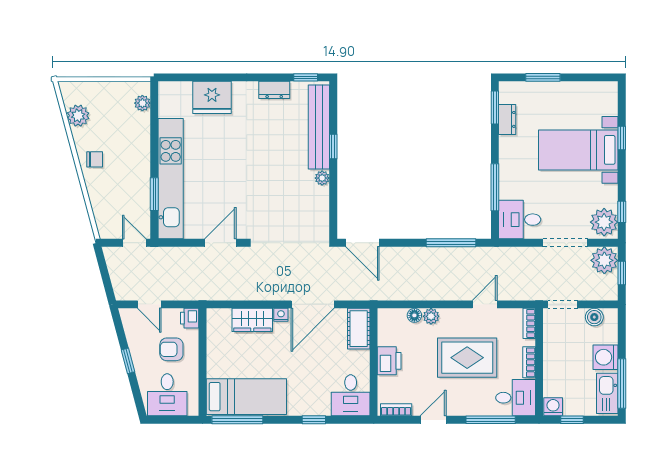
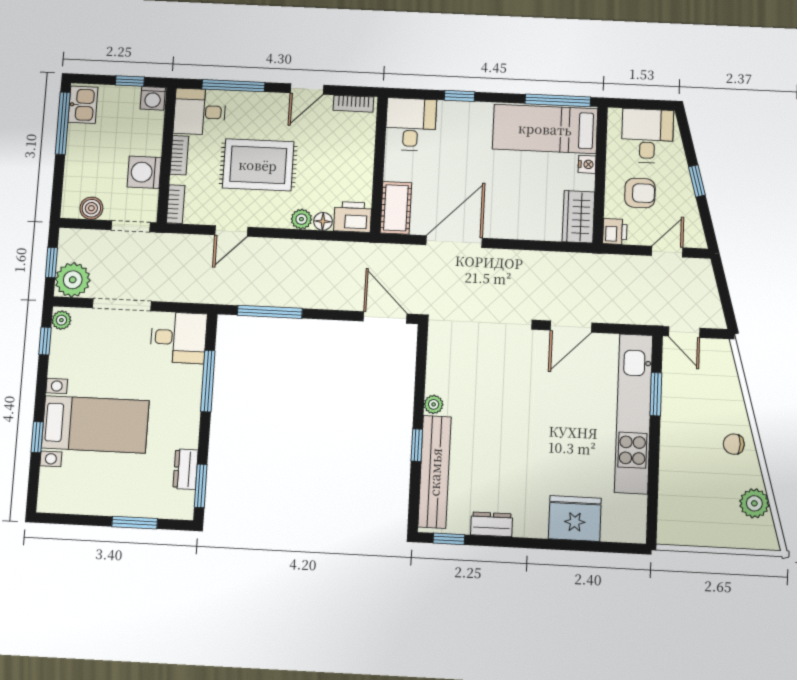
plant: (142, 103) -> (668, 516), removed
plant: (604, 222) -> (61, 320), width x0.53, depth x0.53
door: (149, 304) -> (667, 252), hinge flipped
nightstand: (281, 315) -> (587, 164), moved, turned -90
wardrobe: (252, 320) -> (578, 217), moved, turned -90
washing machine: (606, 357) -> (144, 172), moved, turned 180
printer: (389, 361) -> (353, 217), moved, turned 90
kitchen sink: (607, 393) -> (83, 105), width x0.73

